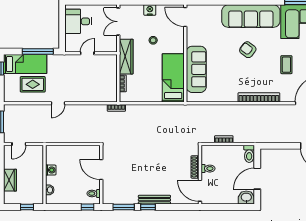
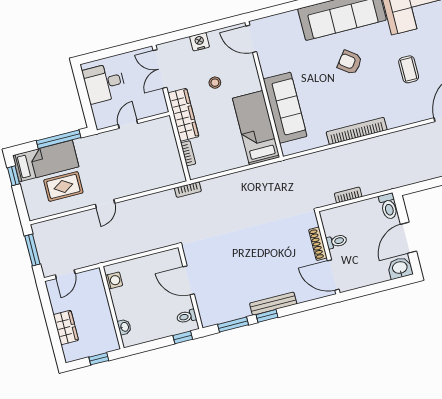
bookcase: (259, 97) -> (357, 131), moved
washing machine: (51, 170) -> (114, 280), moved

